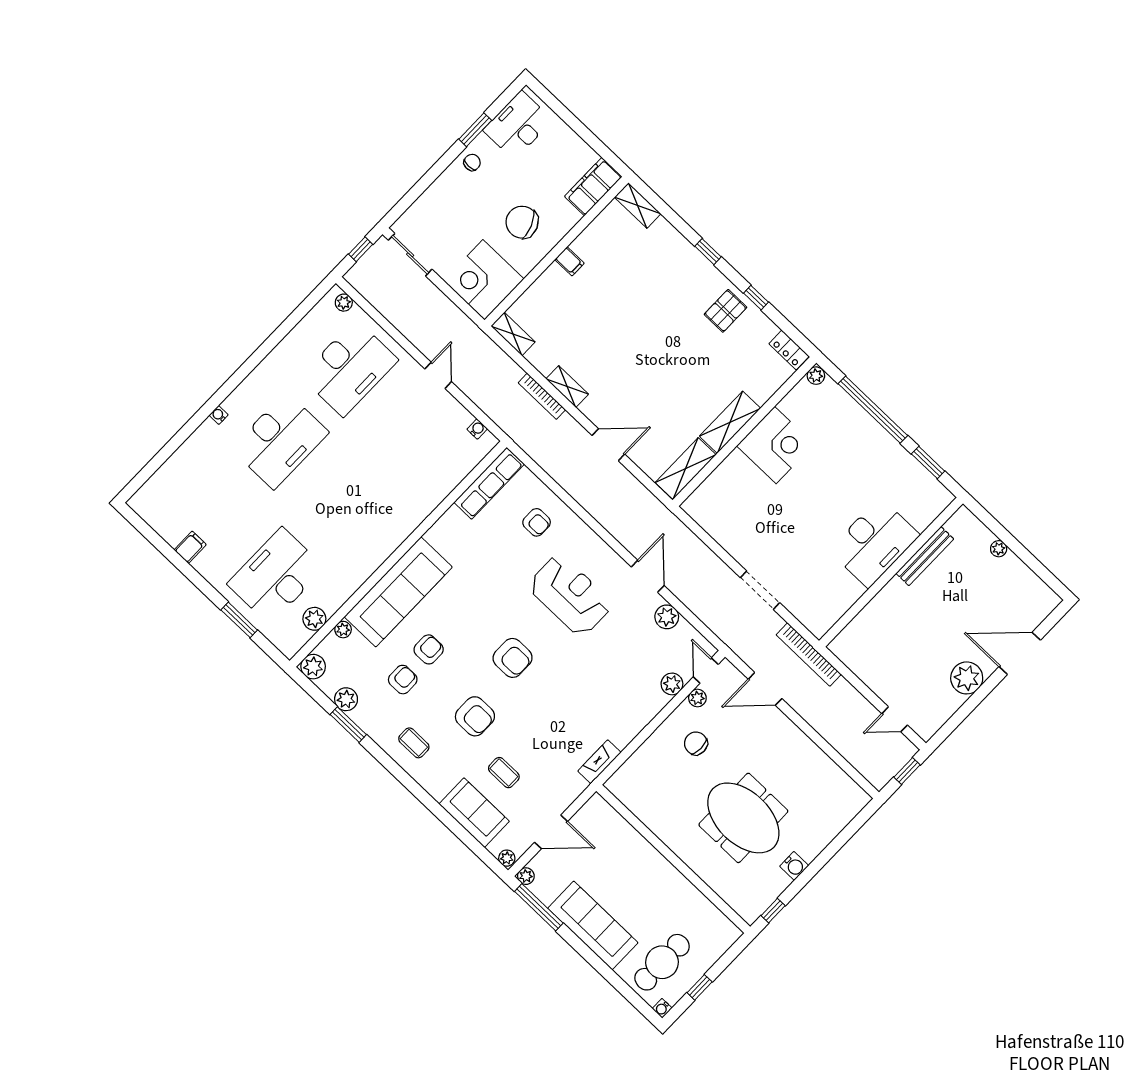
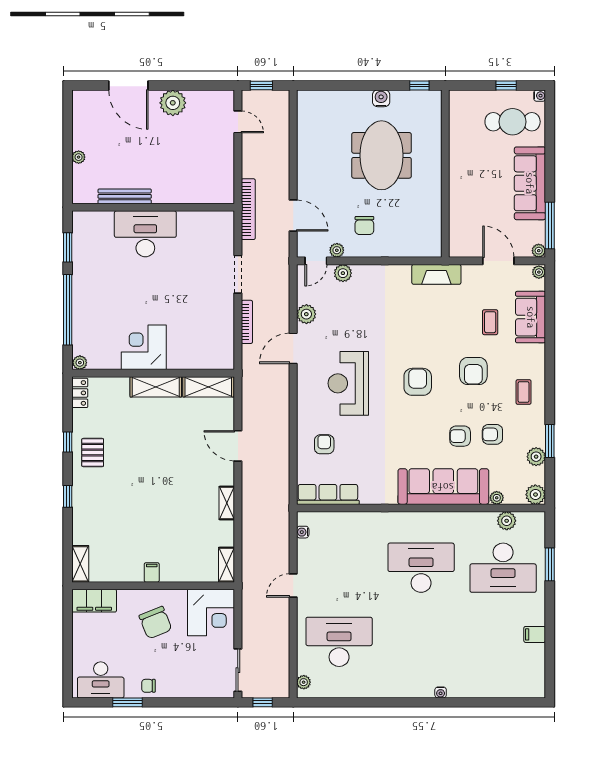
pallet: (725, 311) -> (93, 453), turned 90
bookcase: (542, 396) -> (247, 322), moved
desk: (280, 441) -> (421, 568), moved
armchair: (475, 716) -> (473, 371), turned 180
fireplace: (599, 762) -> (436, 274), width x1.37, depth x1.32

